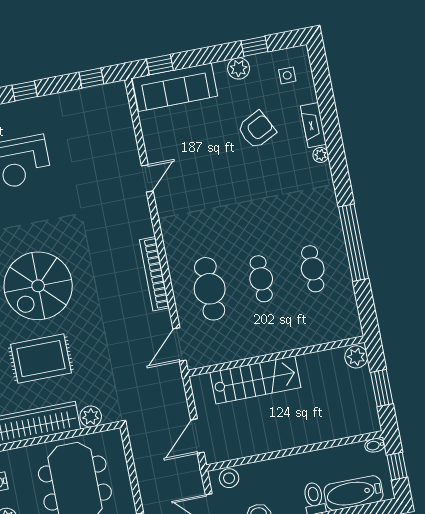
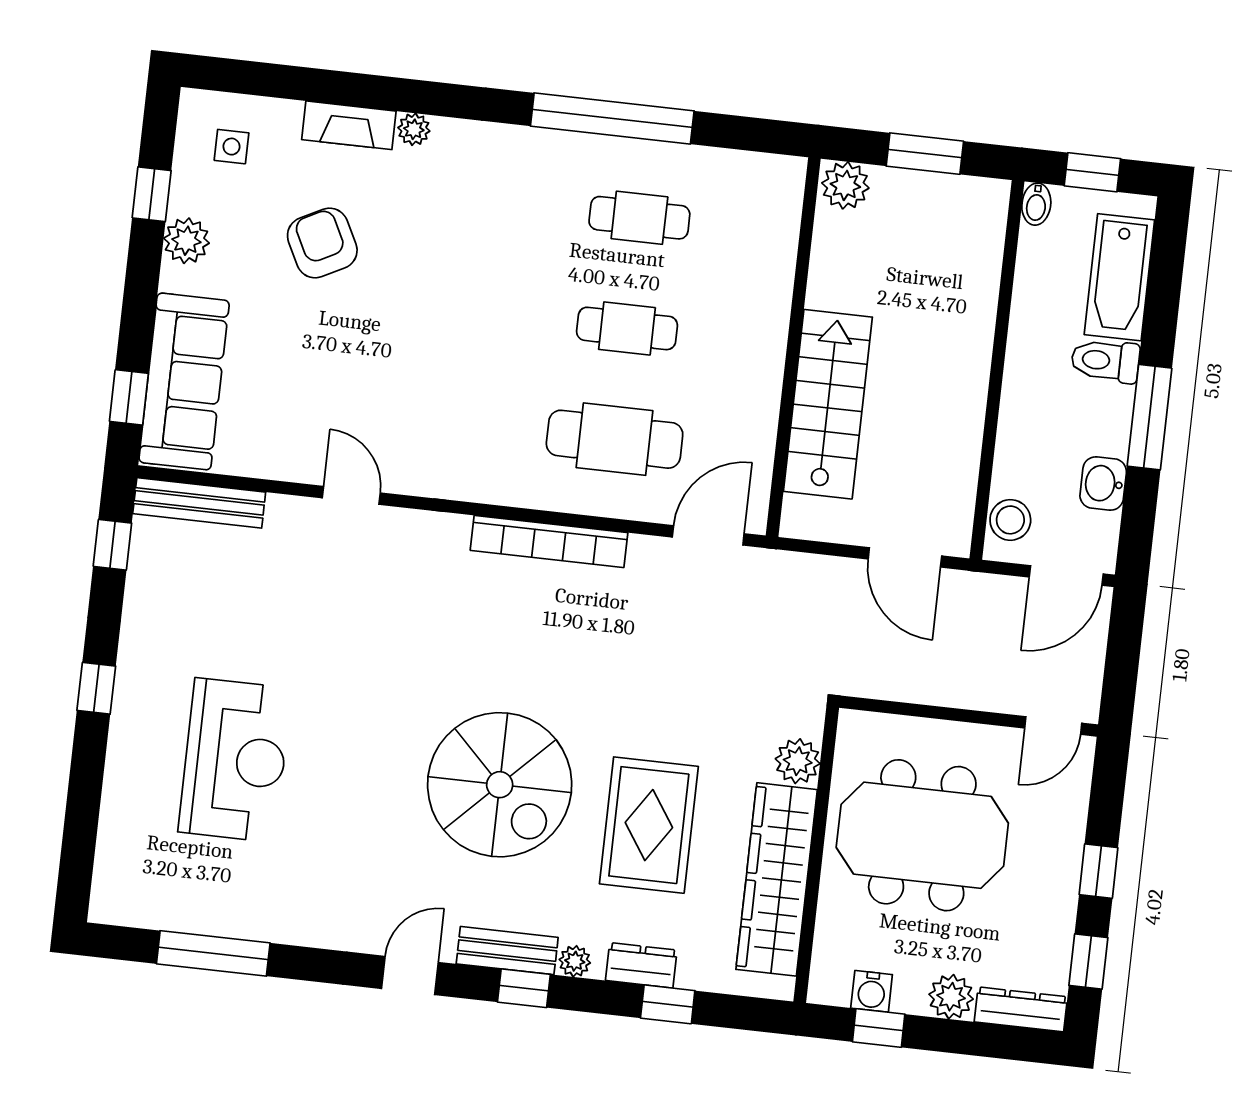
bench: (122, 111) -> (199, 503), added
door: (180, 344) -> (708, 535), swing flipped

